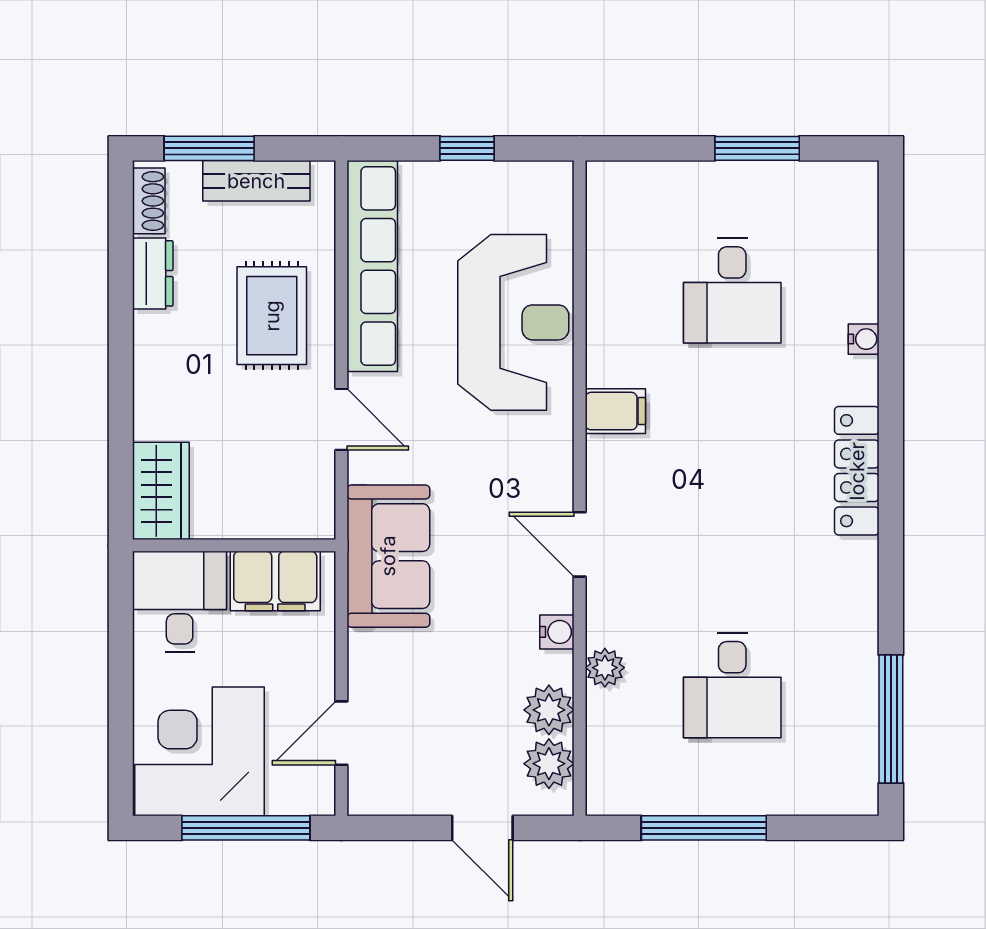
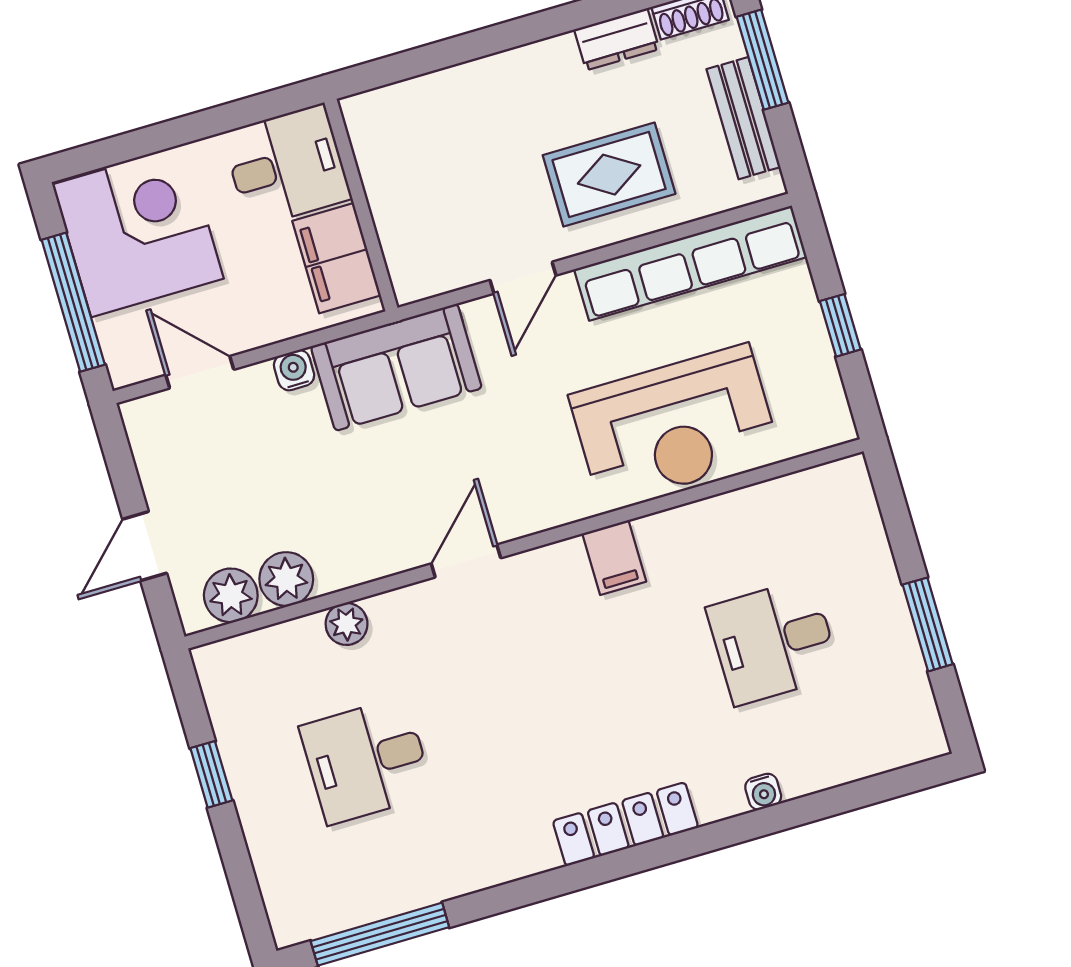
wardrobe: (161, 491) -> (395, 113), removed
water cooler: (557, 632) -> (294, 370), moved, turned 180
window: (704, 828) -> (211, 774), width x0.46

